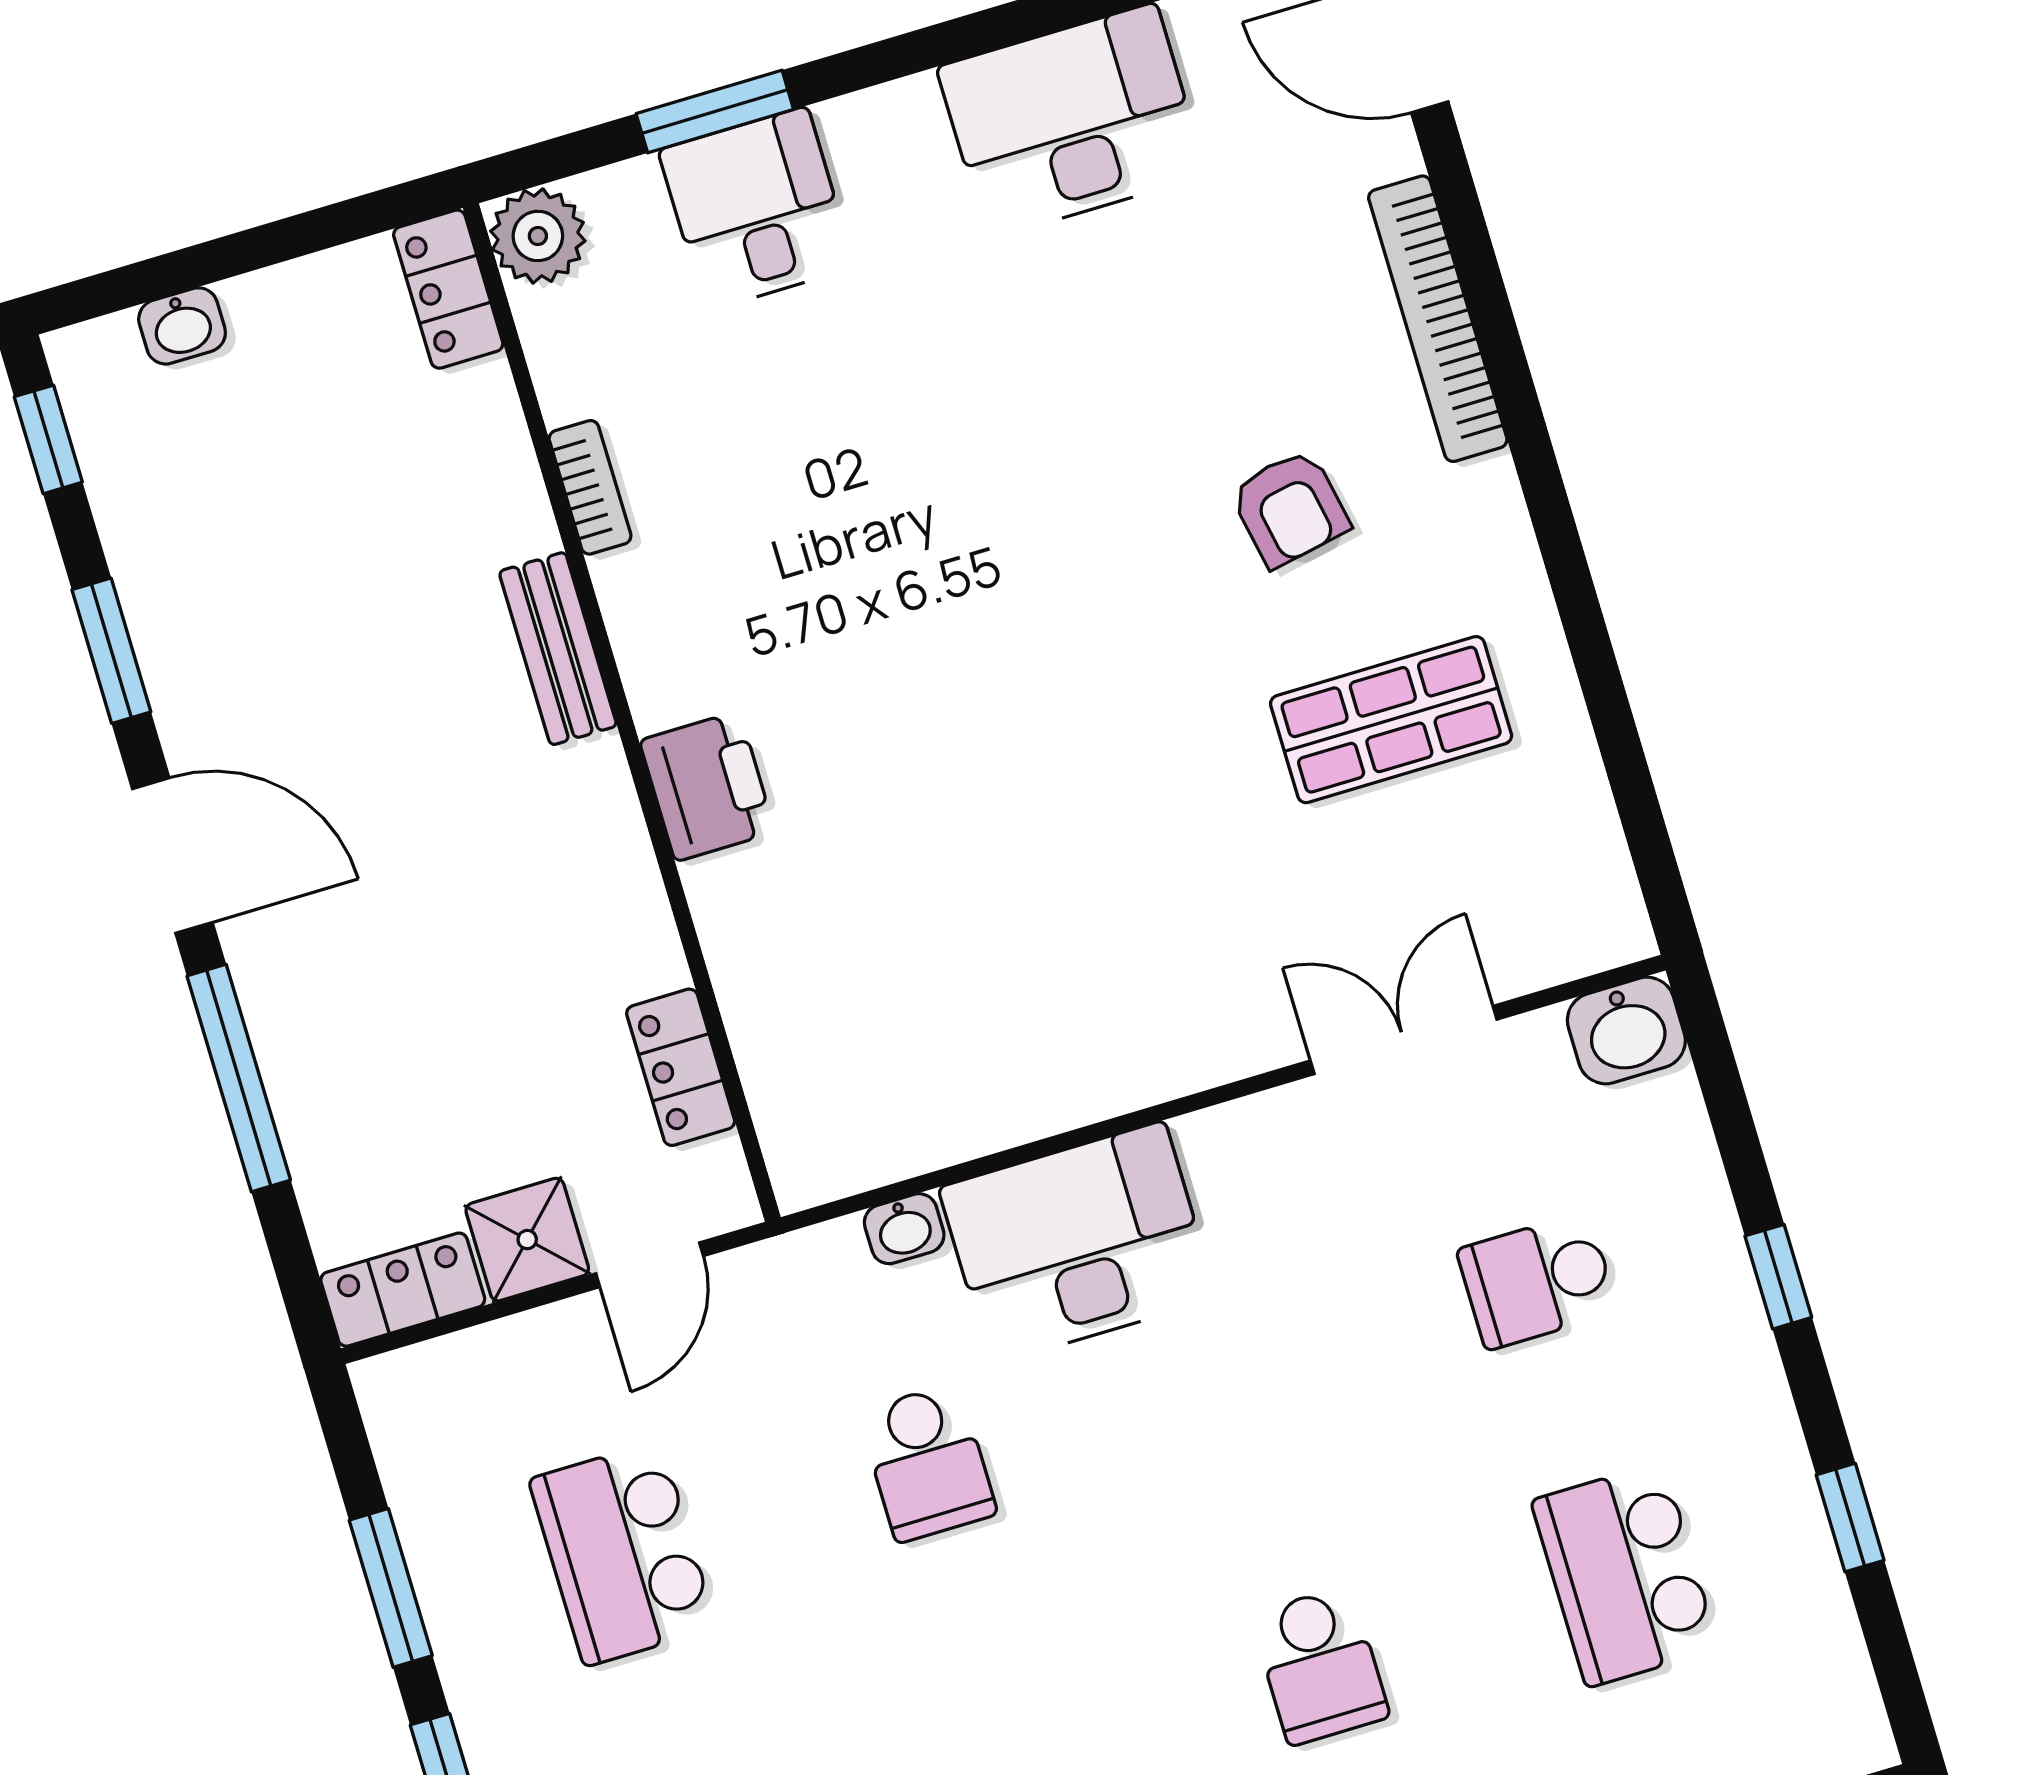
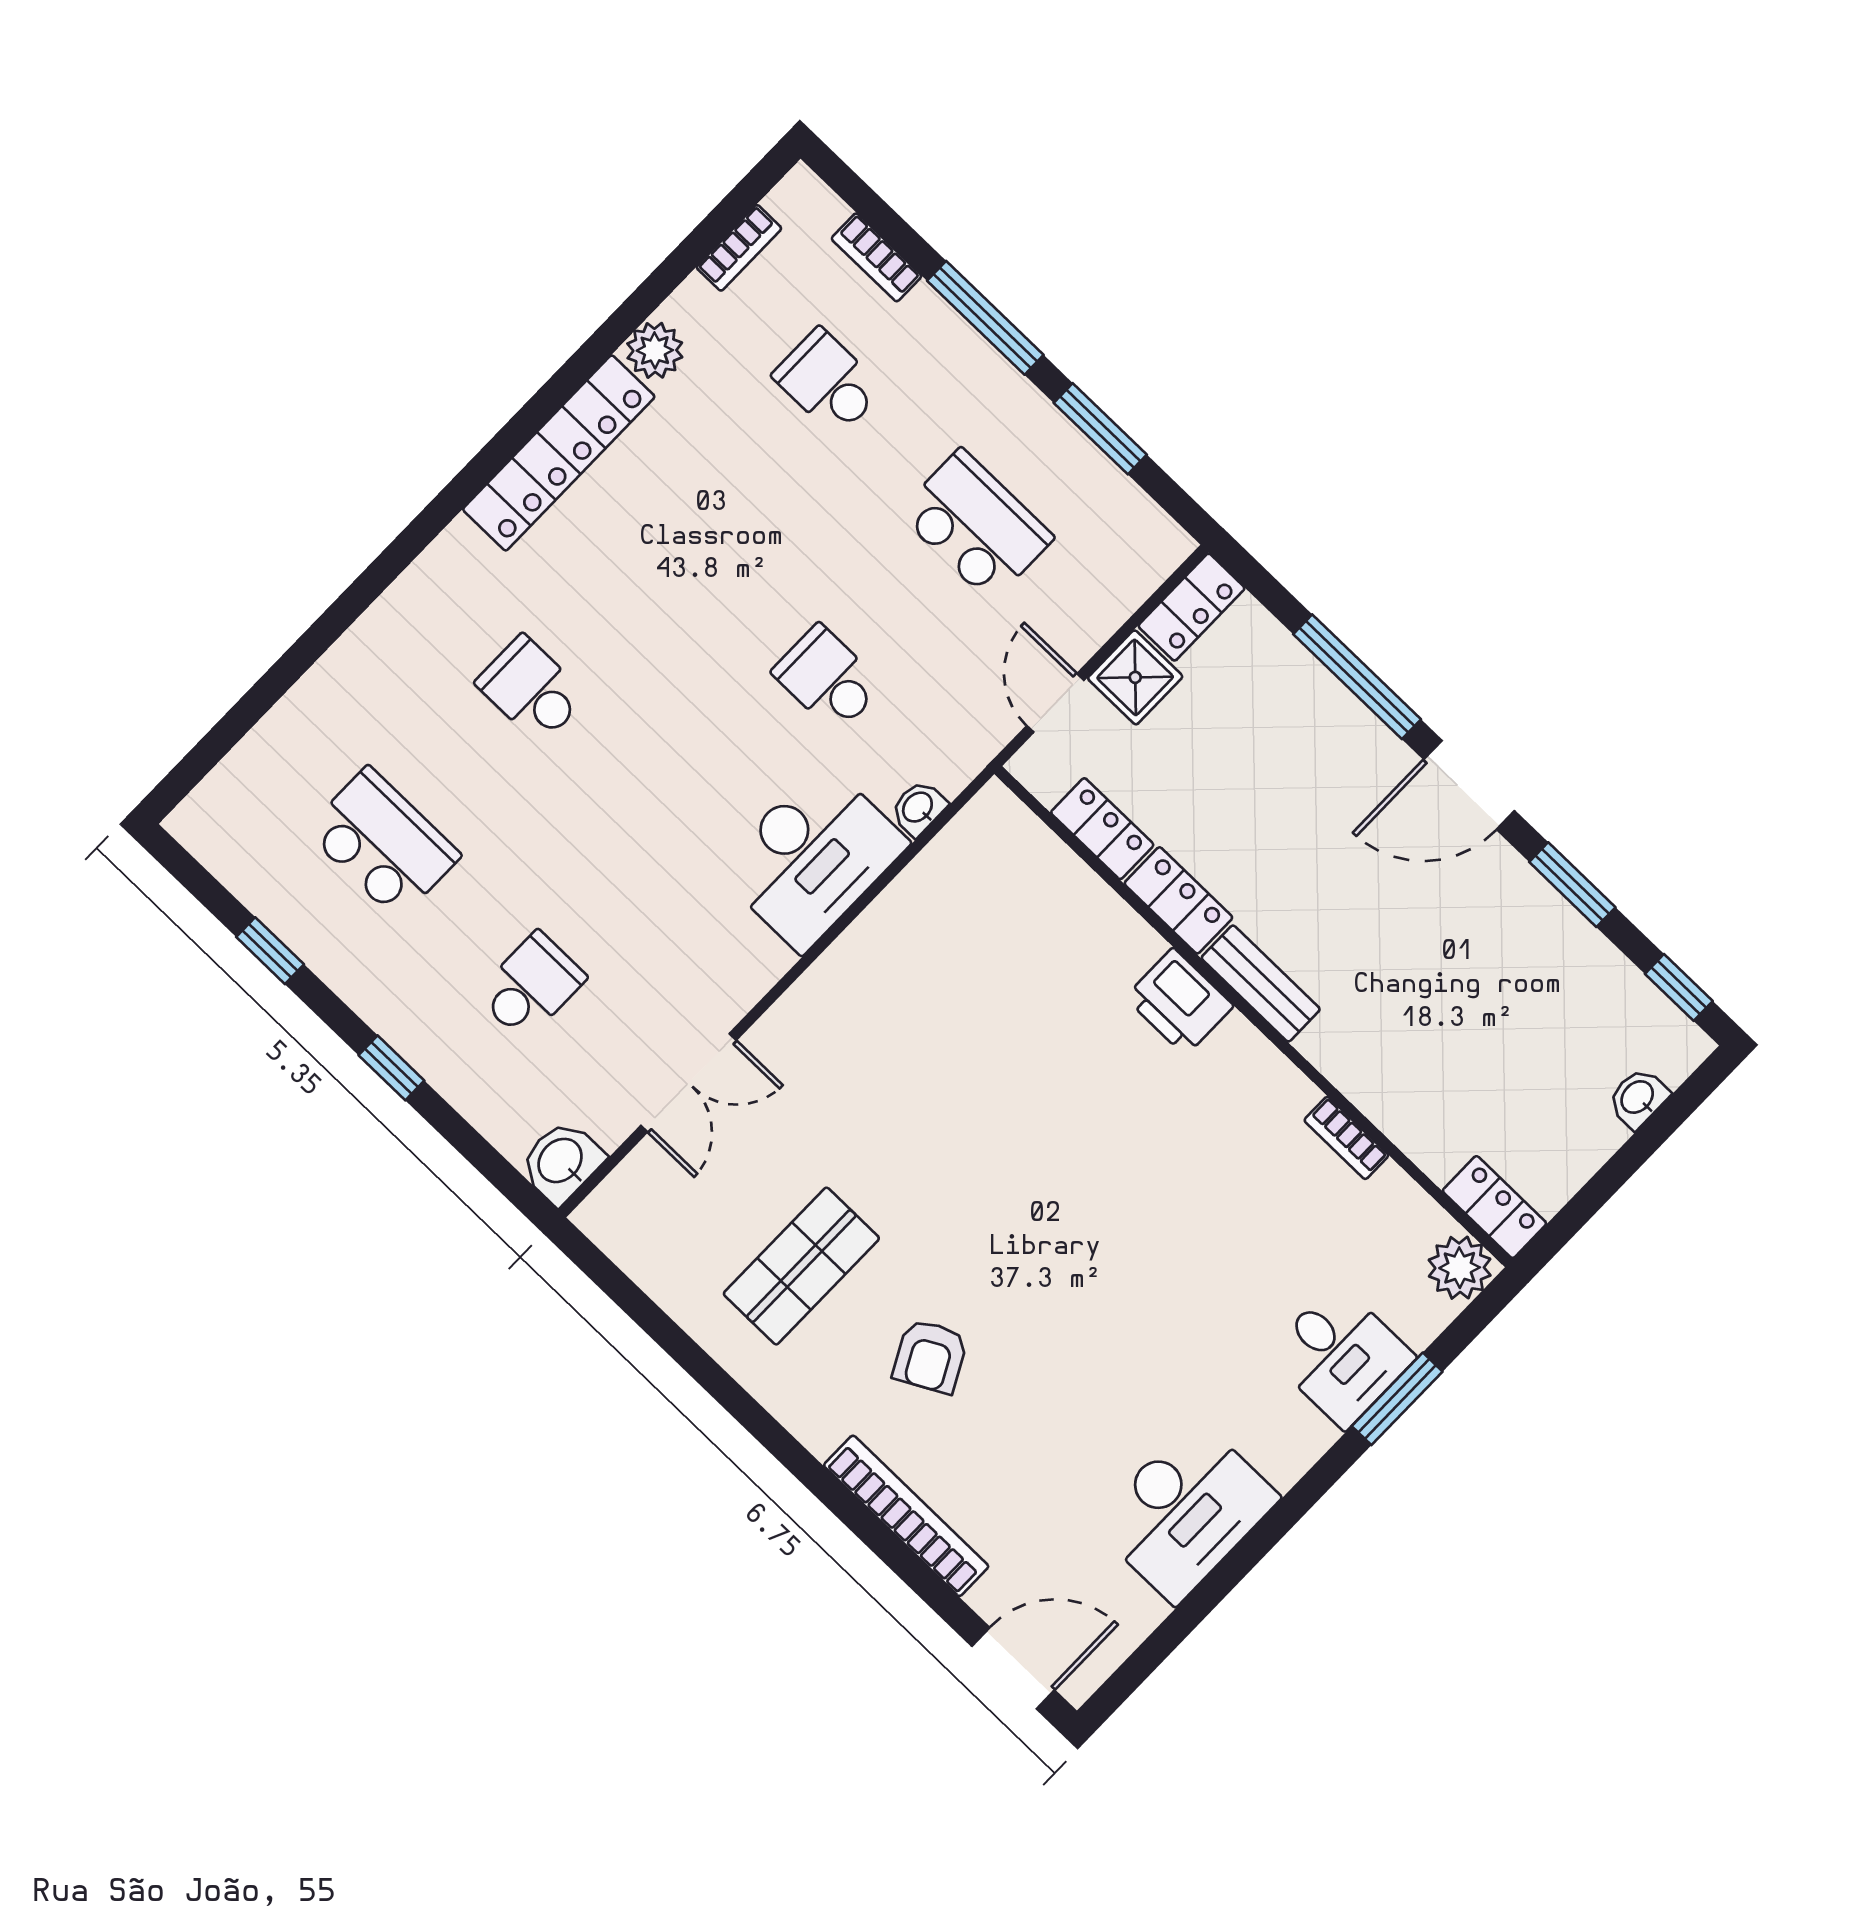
armchair: (1290, 508) -> (930, 1356), turned -107
bench: (558, 649) -> (1261, 984), moved
locker: (634, 918) -> (1178, 900), added

